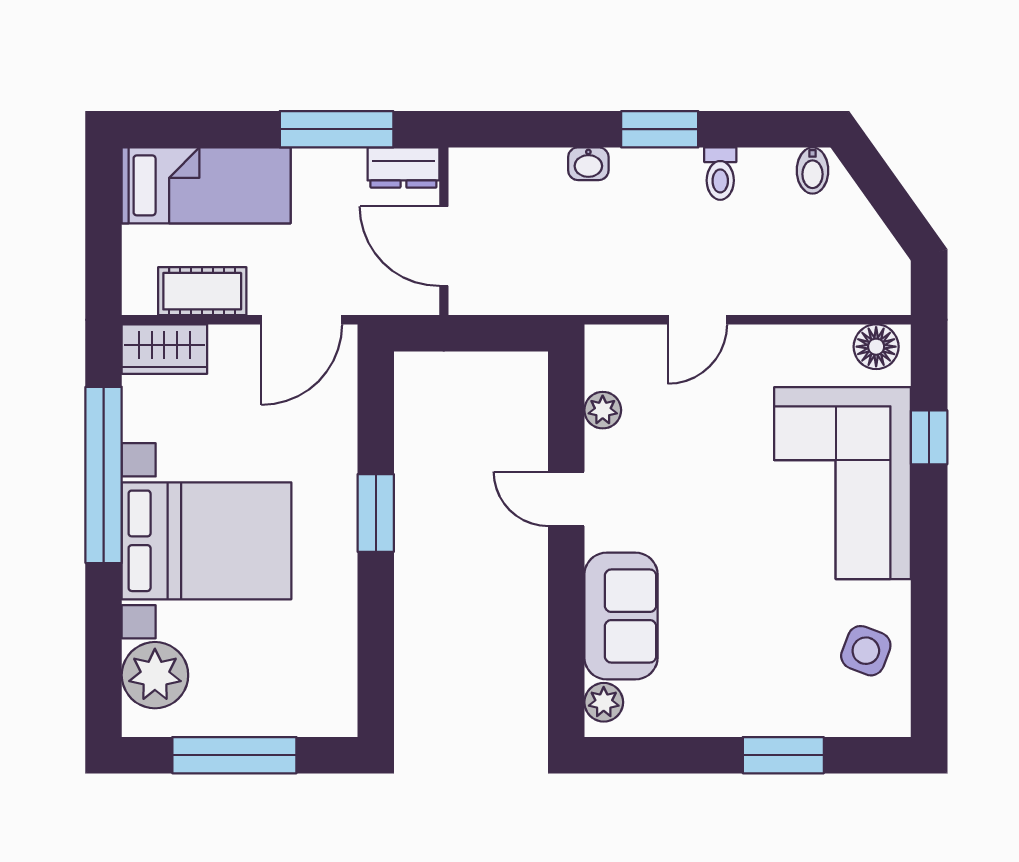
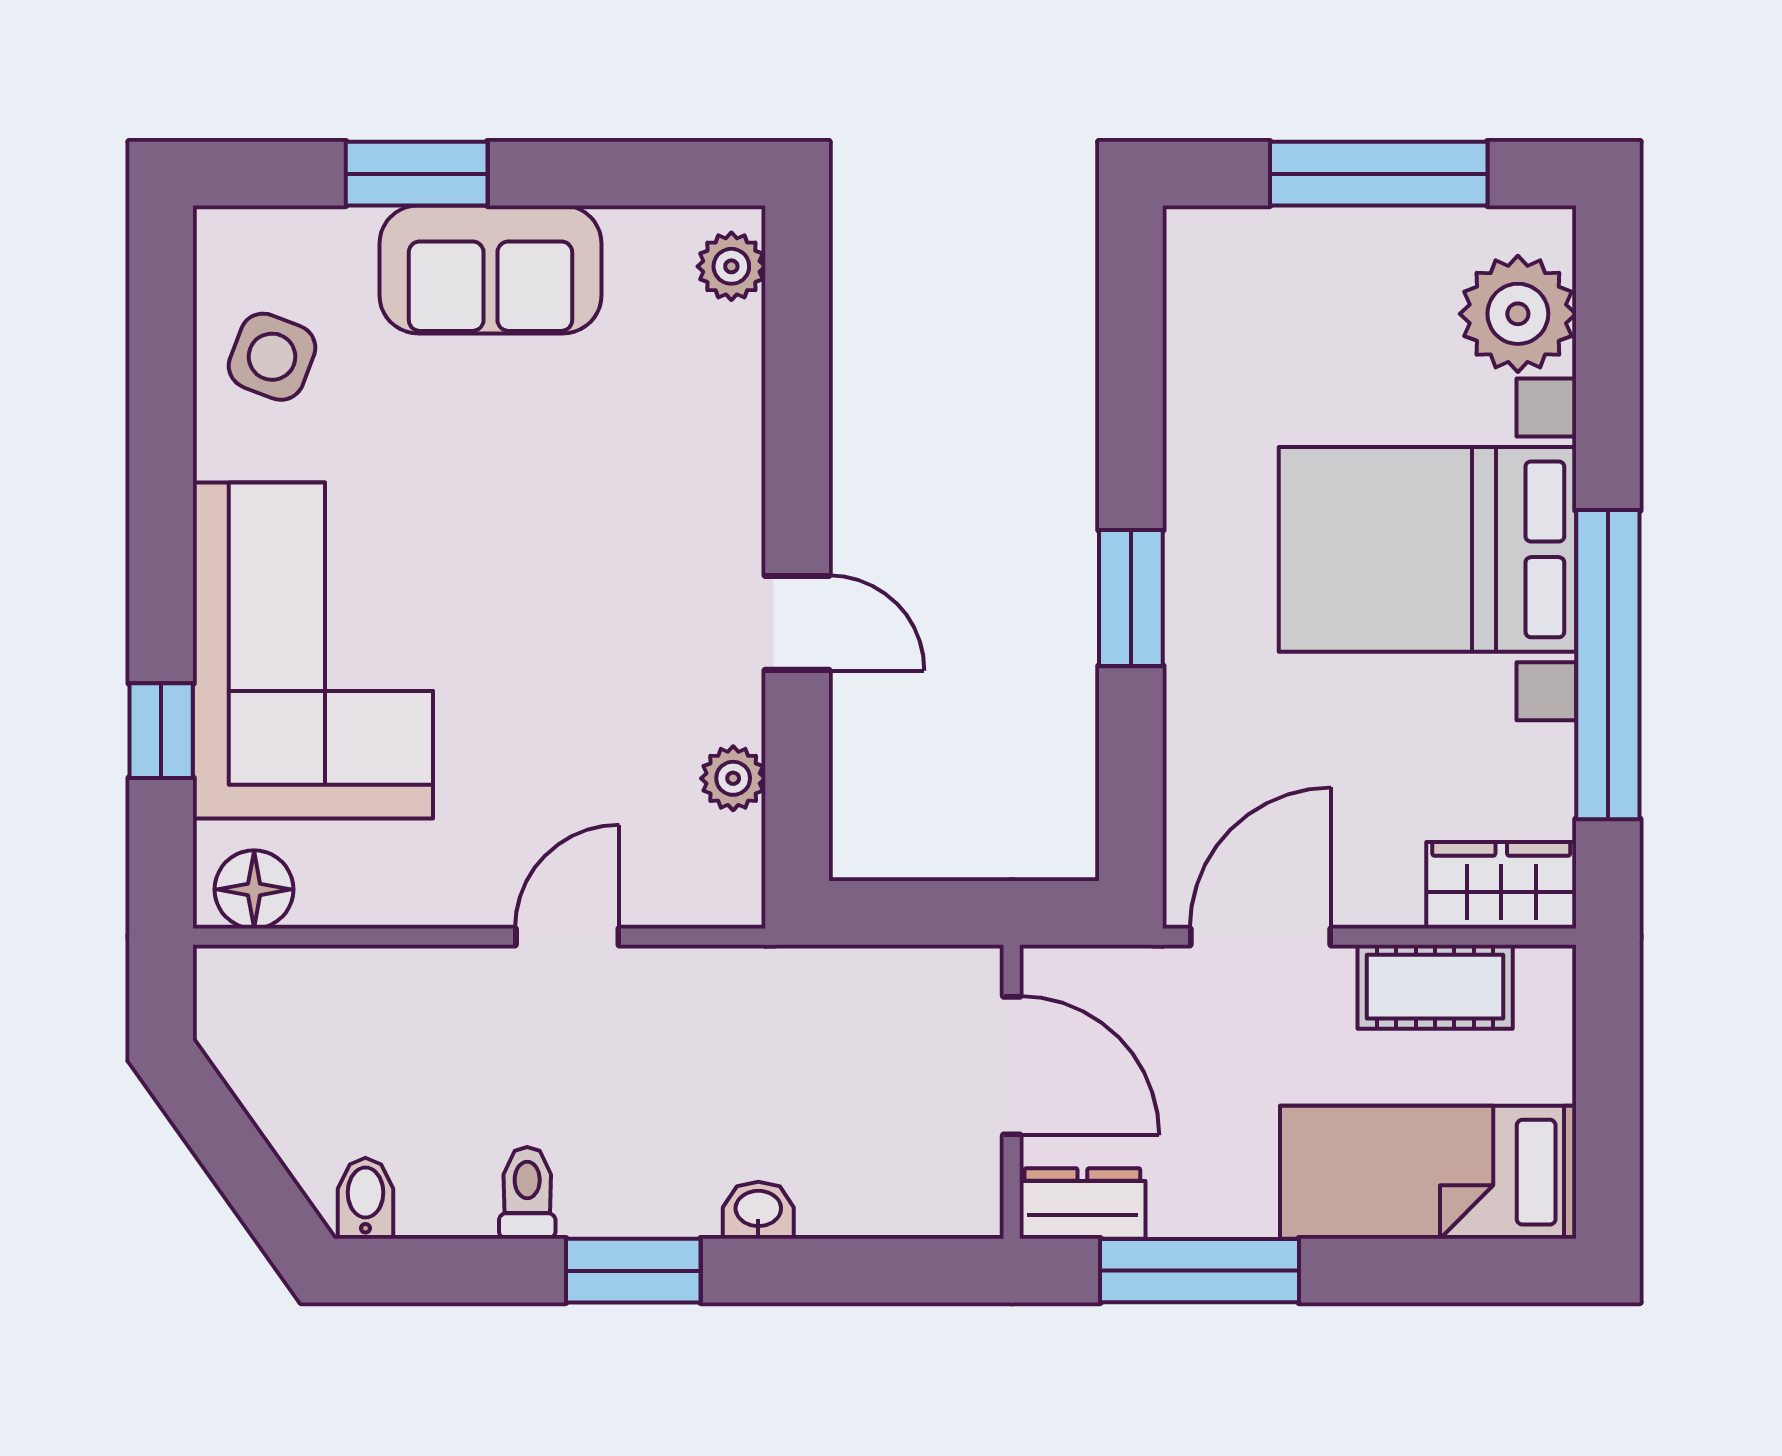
sofa: (621, 616) -> (490, 269), moved, turned -90

